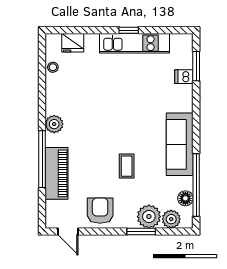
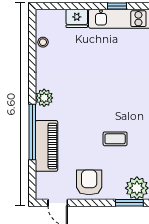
fridge: (73, 43) -> (77, 18), moved
coffee table: (127, 166) -> (115, 139), turned 90

